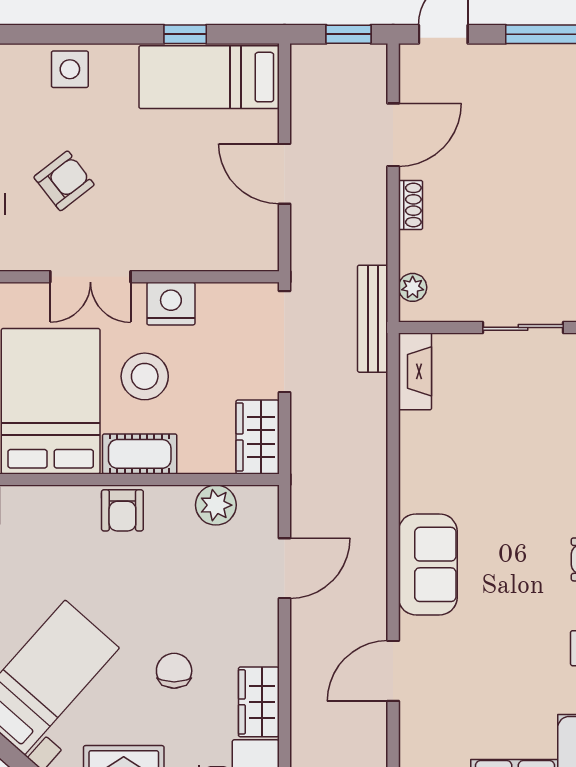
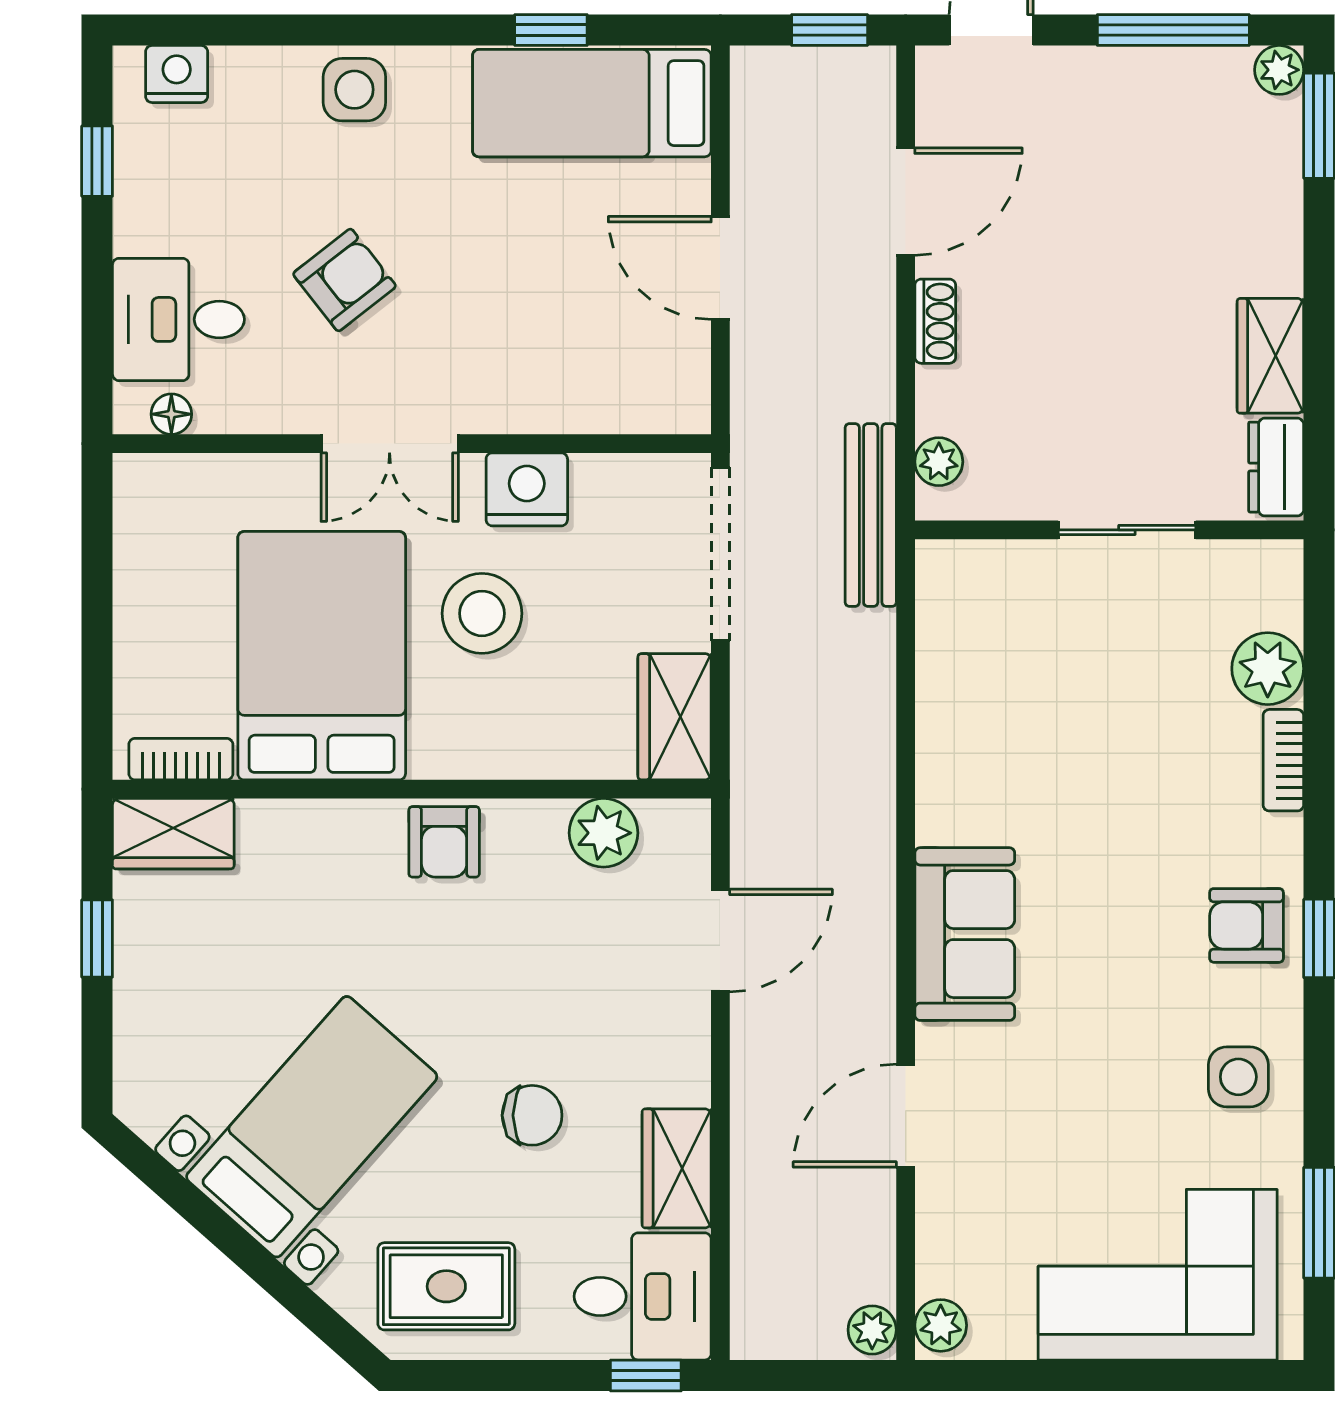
fireplace: (415, 371) -> (943, 605), removed
cot: (140, 454) -> (474, 746), removed
chair: (174, 671) -> (532, 1115), turned 90

